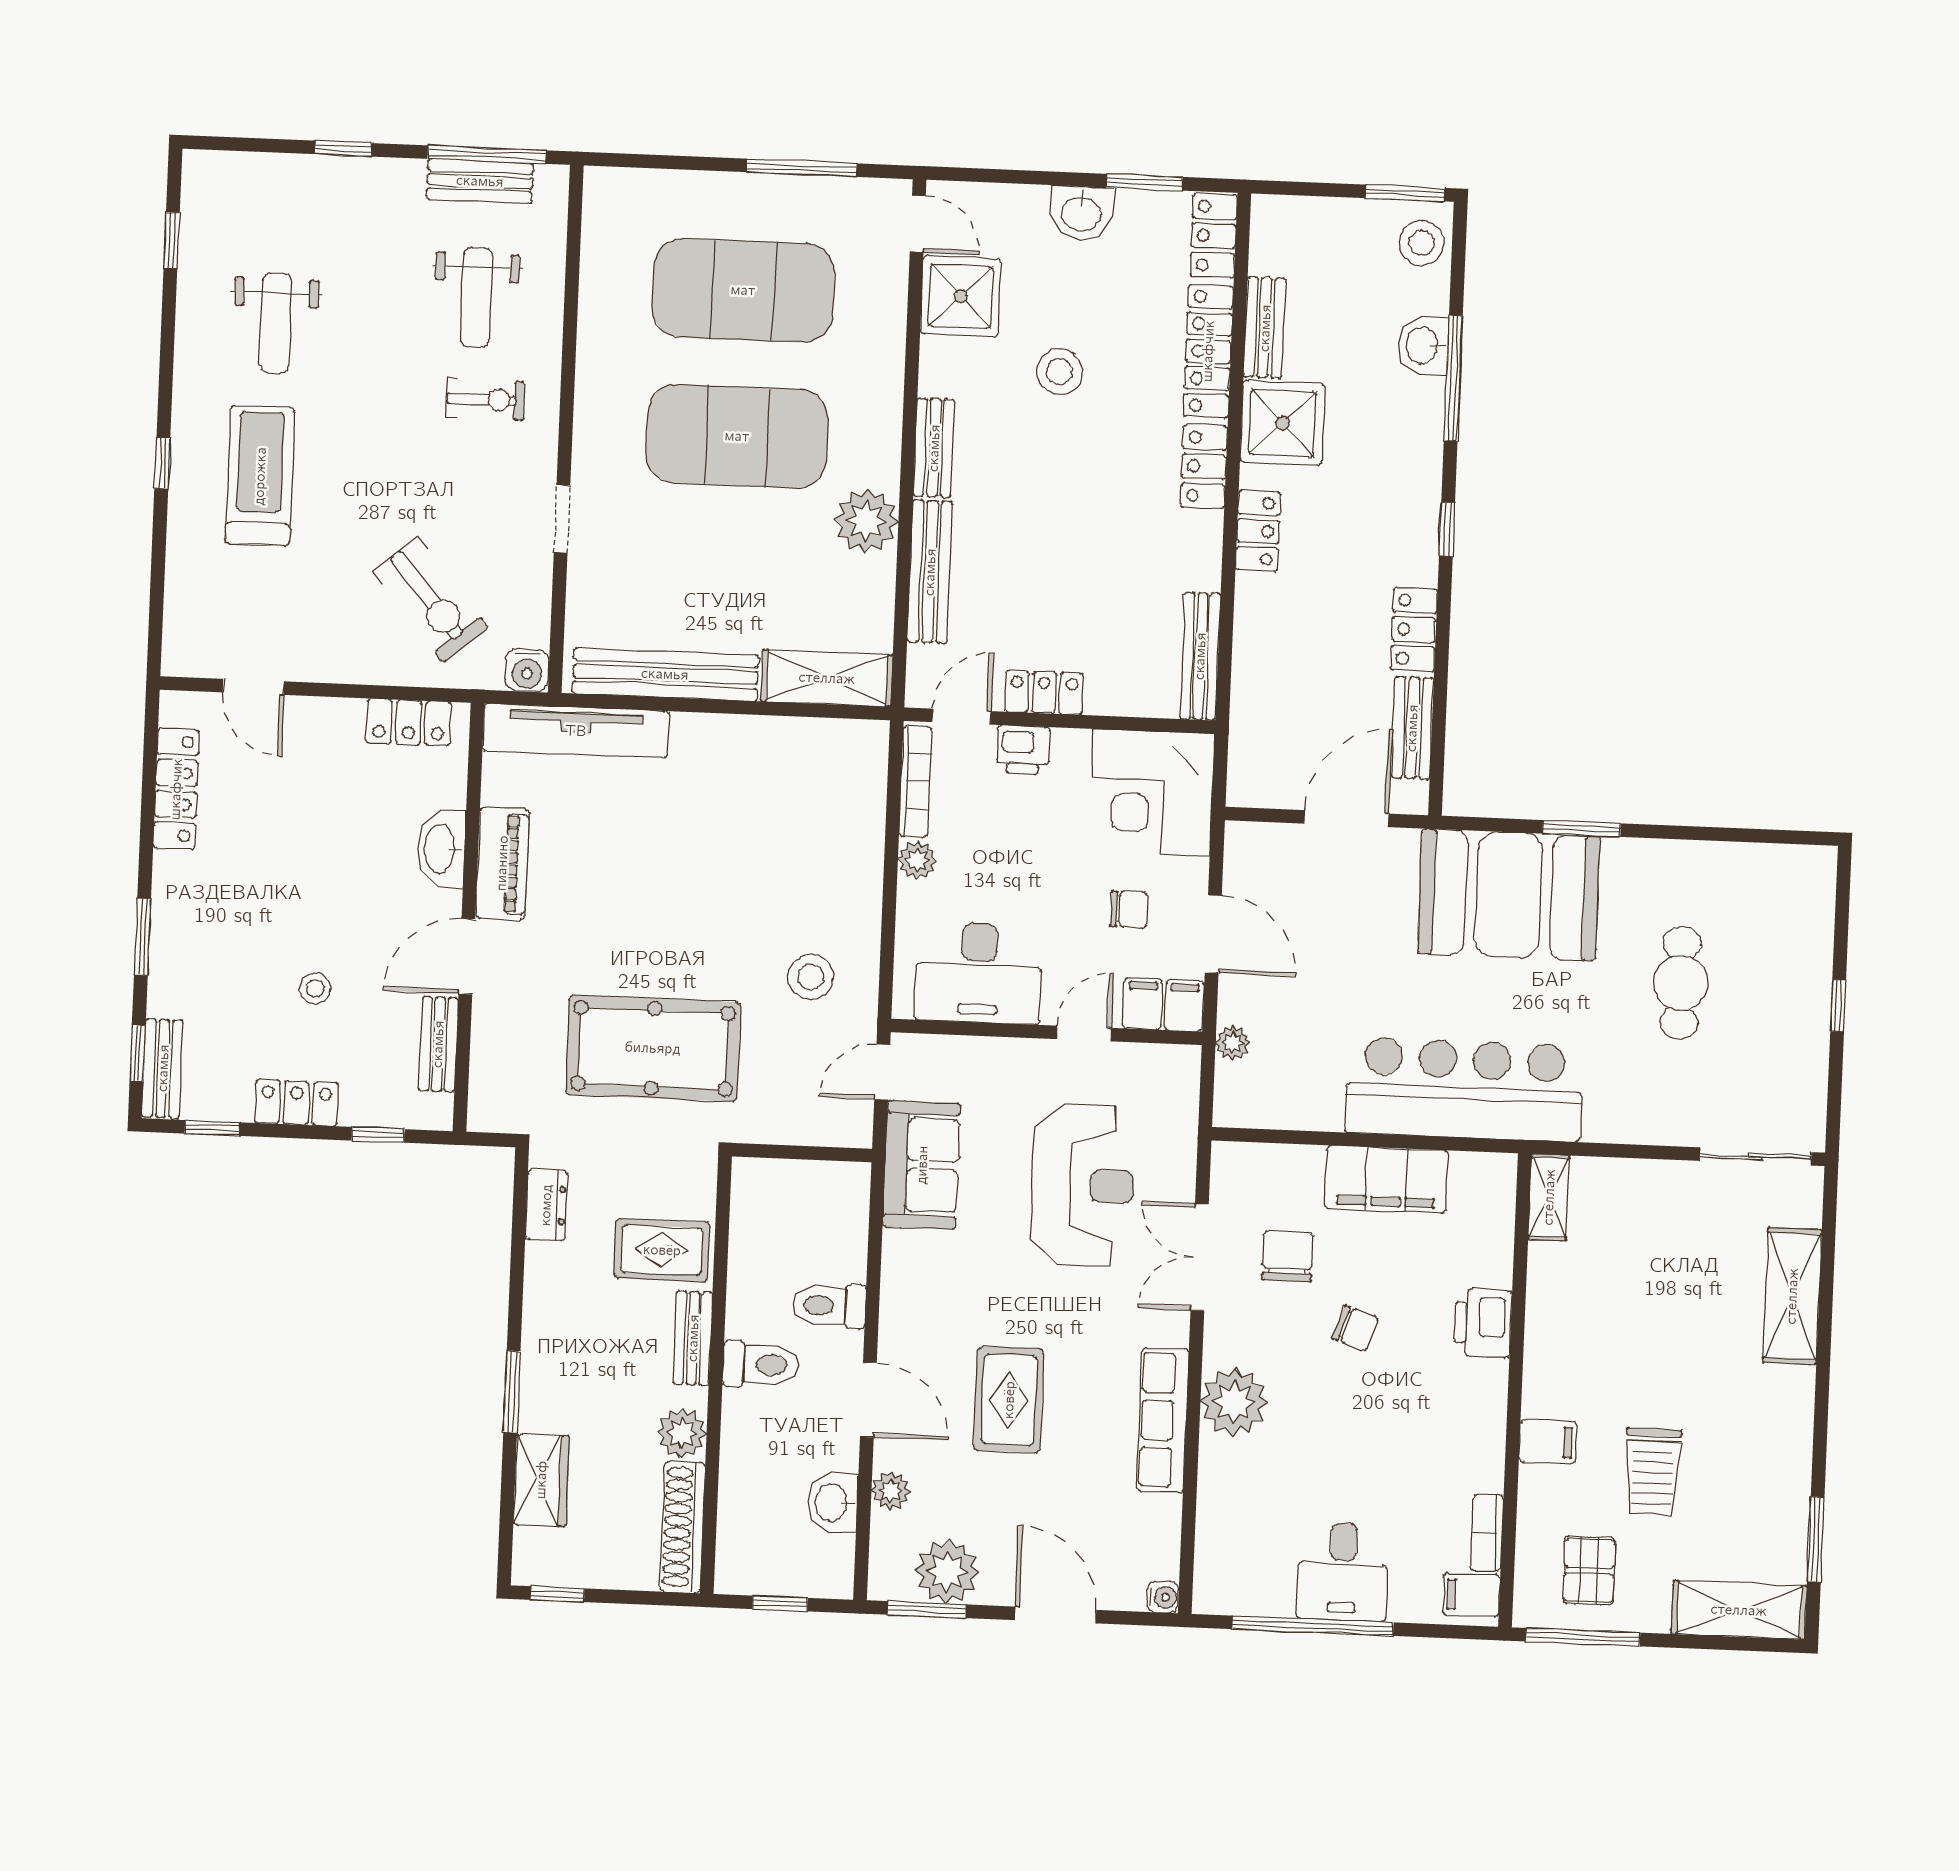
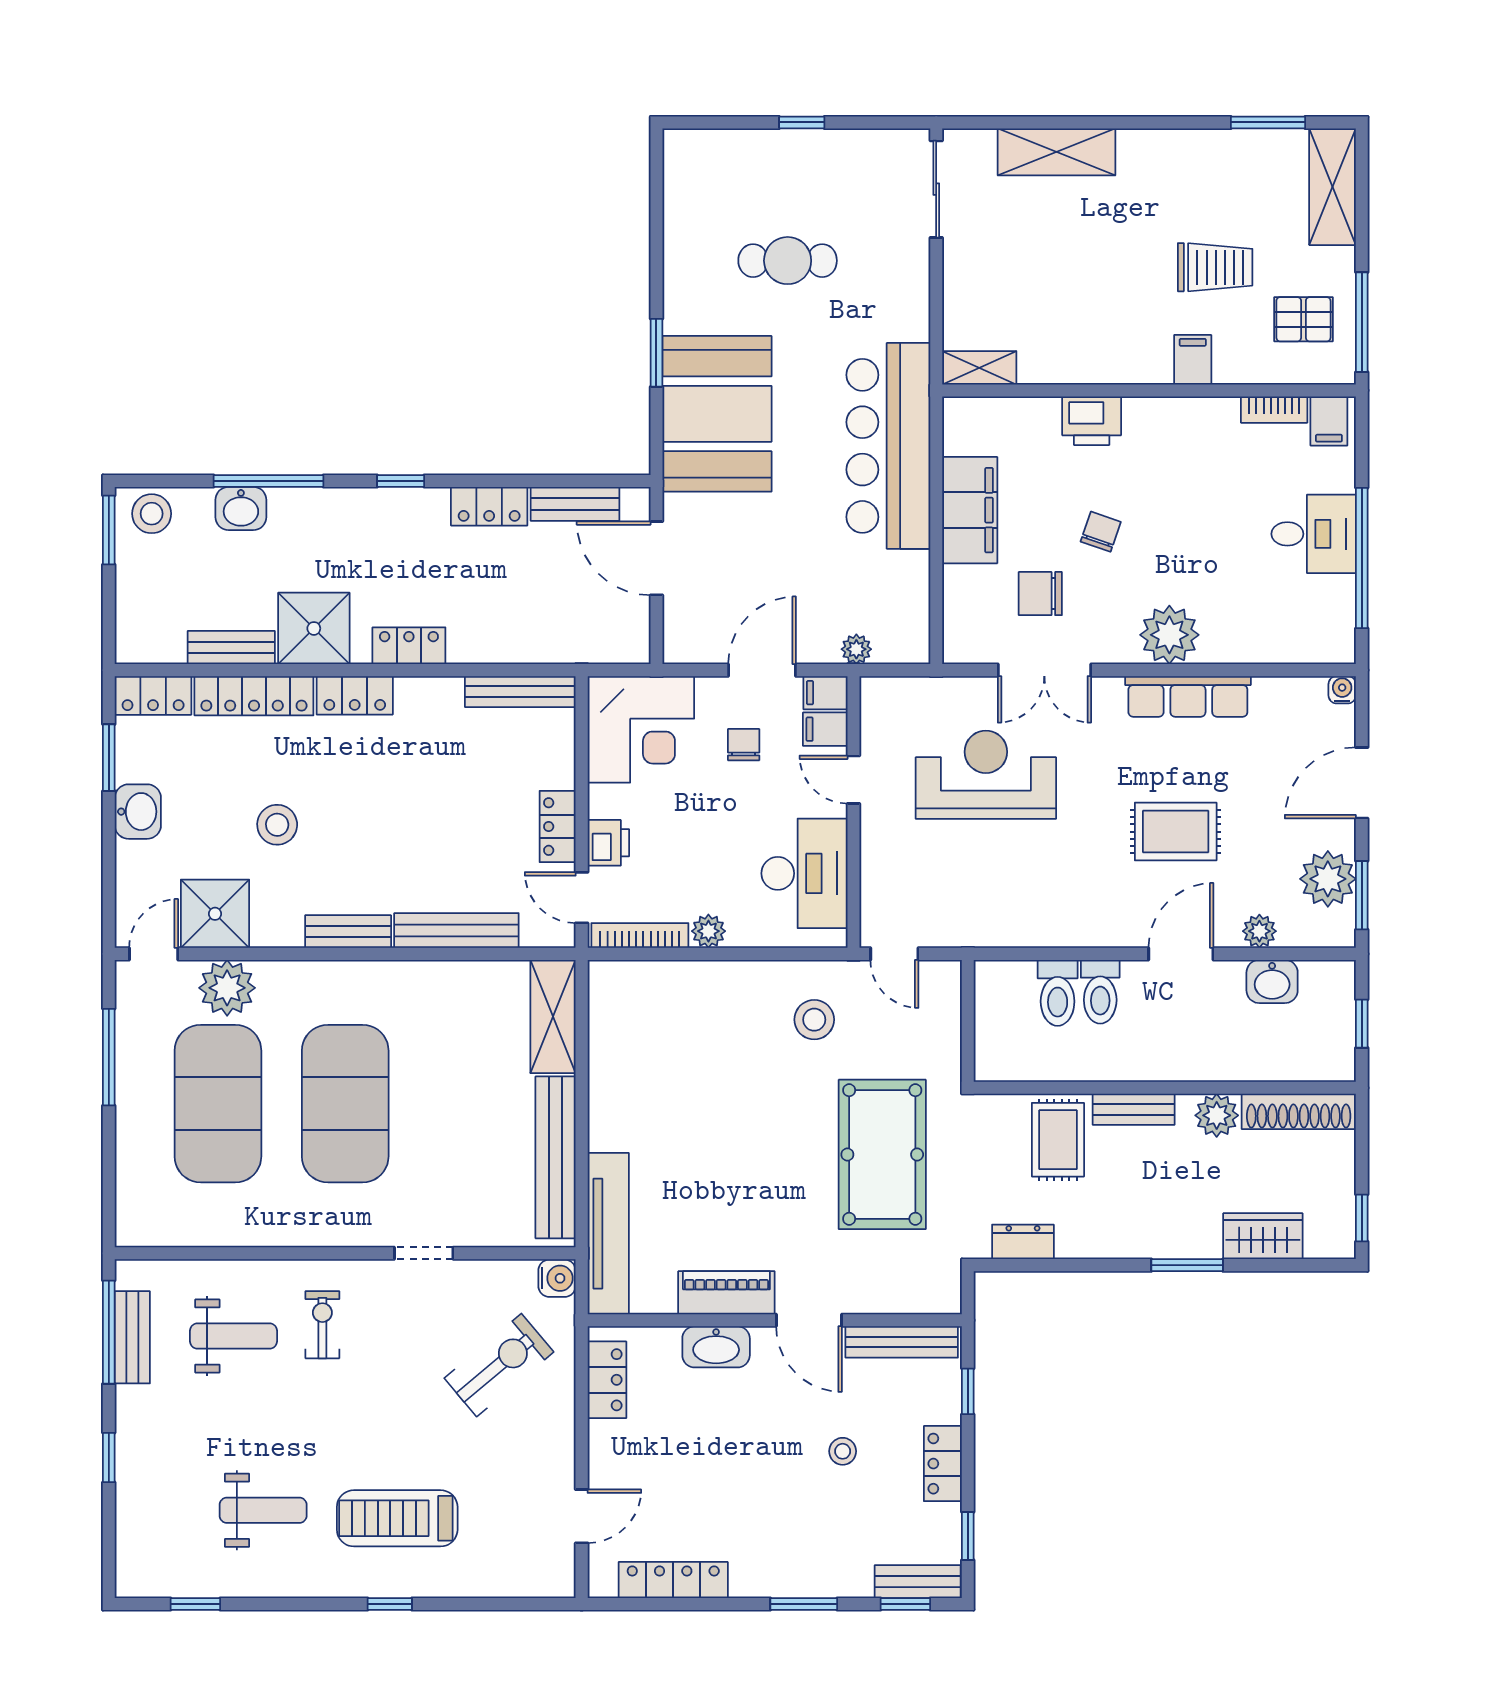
plant: (866, 521) -> (227, 988), moved
bench: (438, 1044) -> (902, 1342), width x1.36
sofa: (922, 1165) -> (974, 916), removed
toilet: (761, 1365) -> (1058, 993), moved, turned 180

